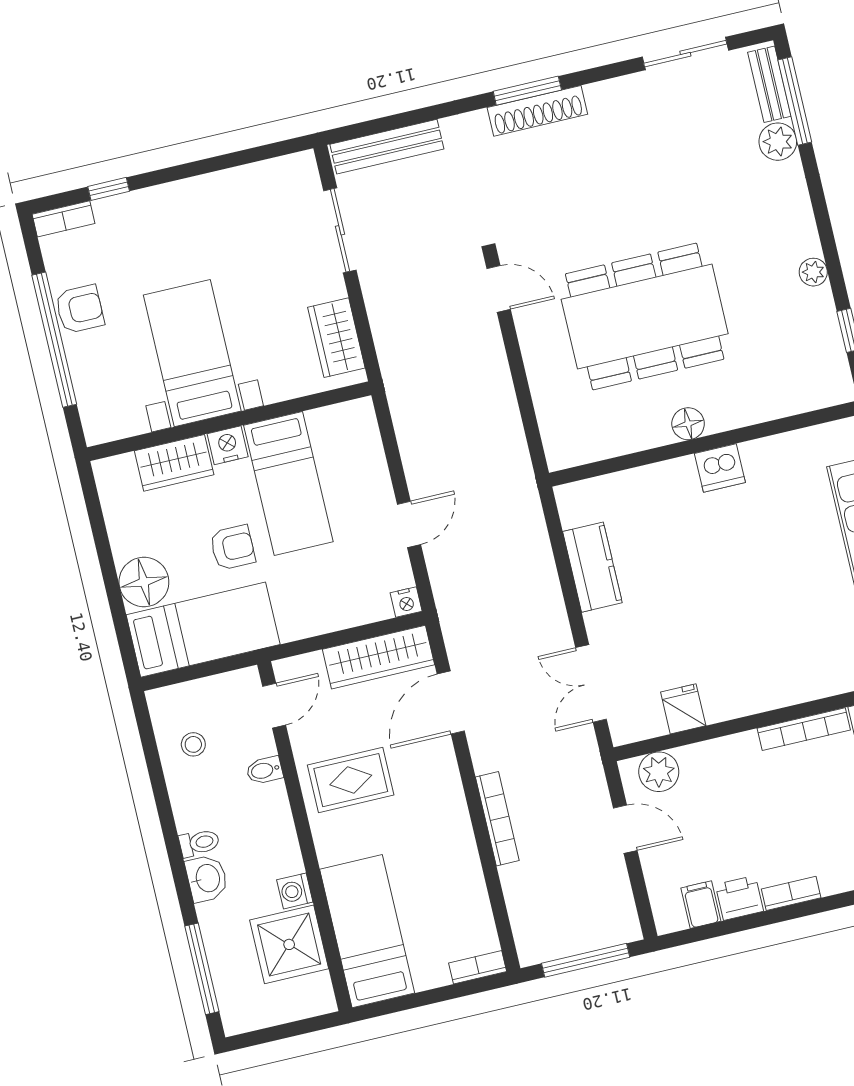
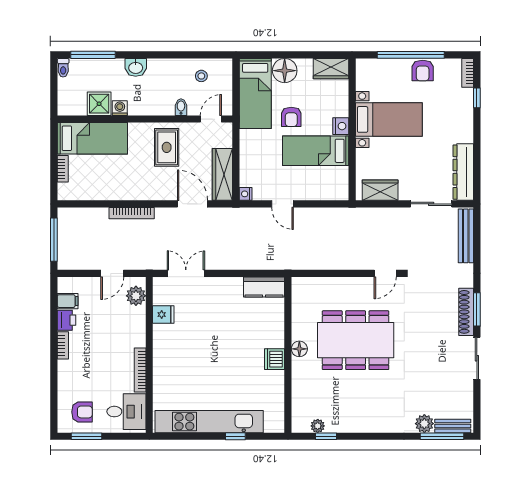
sliding door: (685, 54) -> (477, 358), moved
dresser: (262, 181) -> (463, 172), added
plant: (813, 272) -> (318, 426), moved
dining table: (645, 316) -> (356, 340), turned 90
wardrobe: (174, 463) -> (331, 69), moved, turned -90
kitchen counter: (592, 567) -> (264, 287), moved
door: (274, 706) -> (211, 119), swing flipped
toilet: (199, 843) -> (63, 68), moved
shower: (289, 944) -> (99, 104), width x0.73, depth x0.73
bookcase: (478, 967) -> (63, 169), moved

